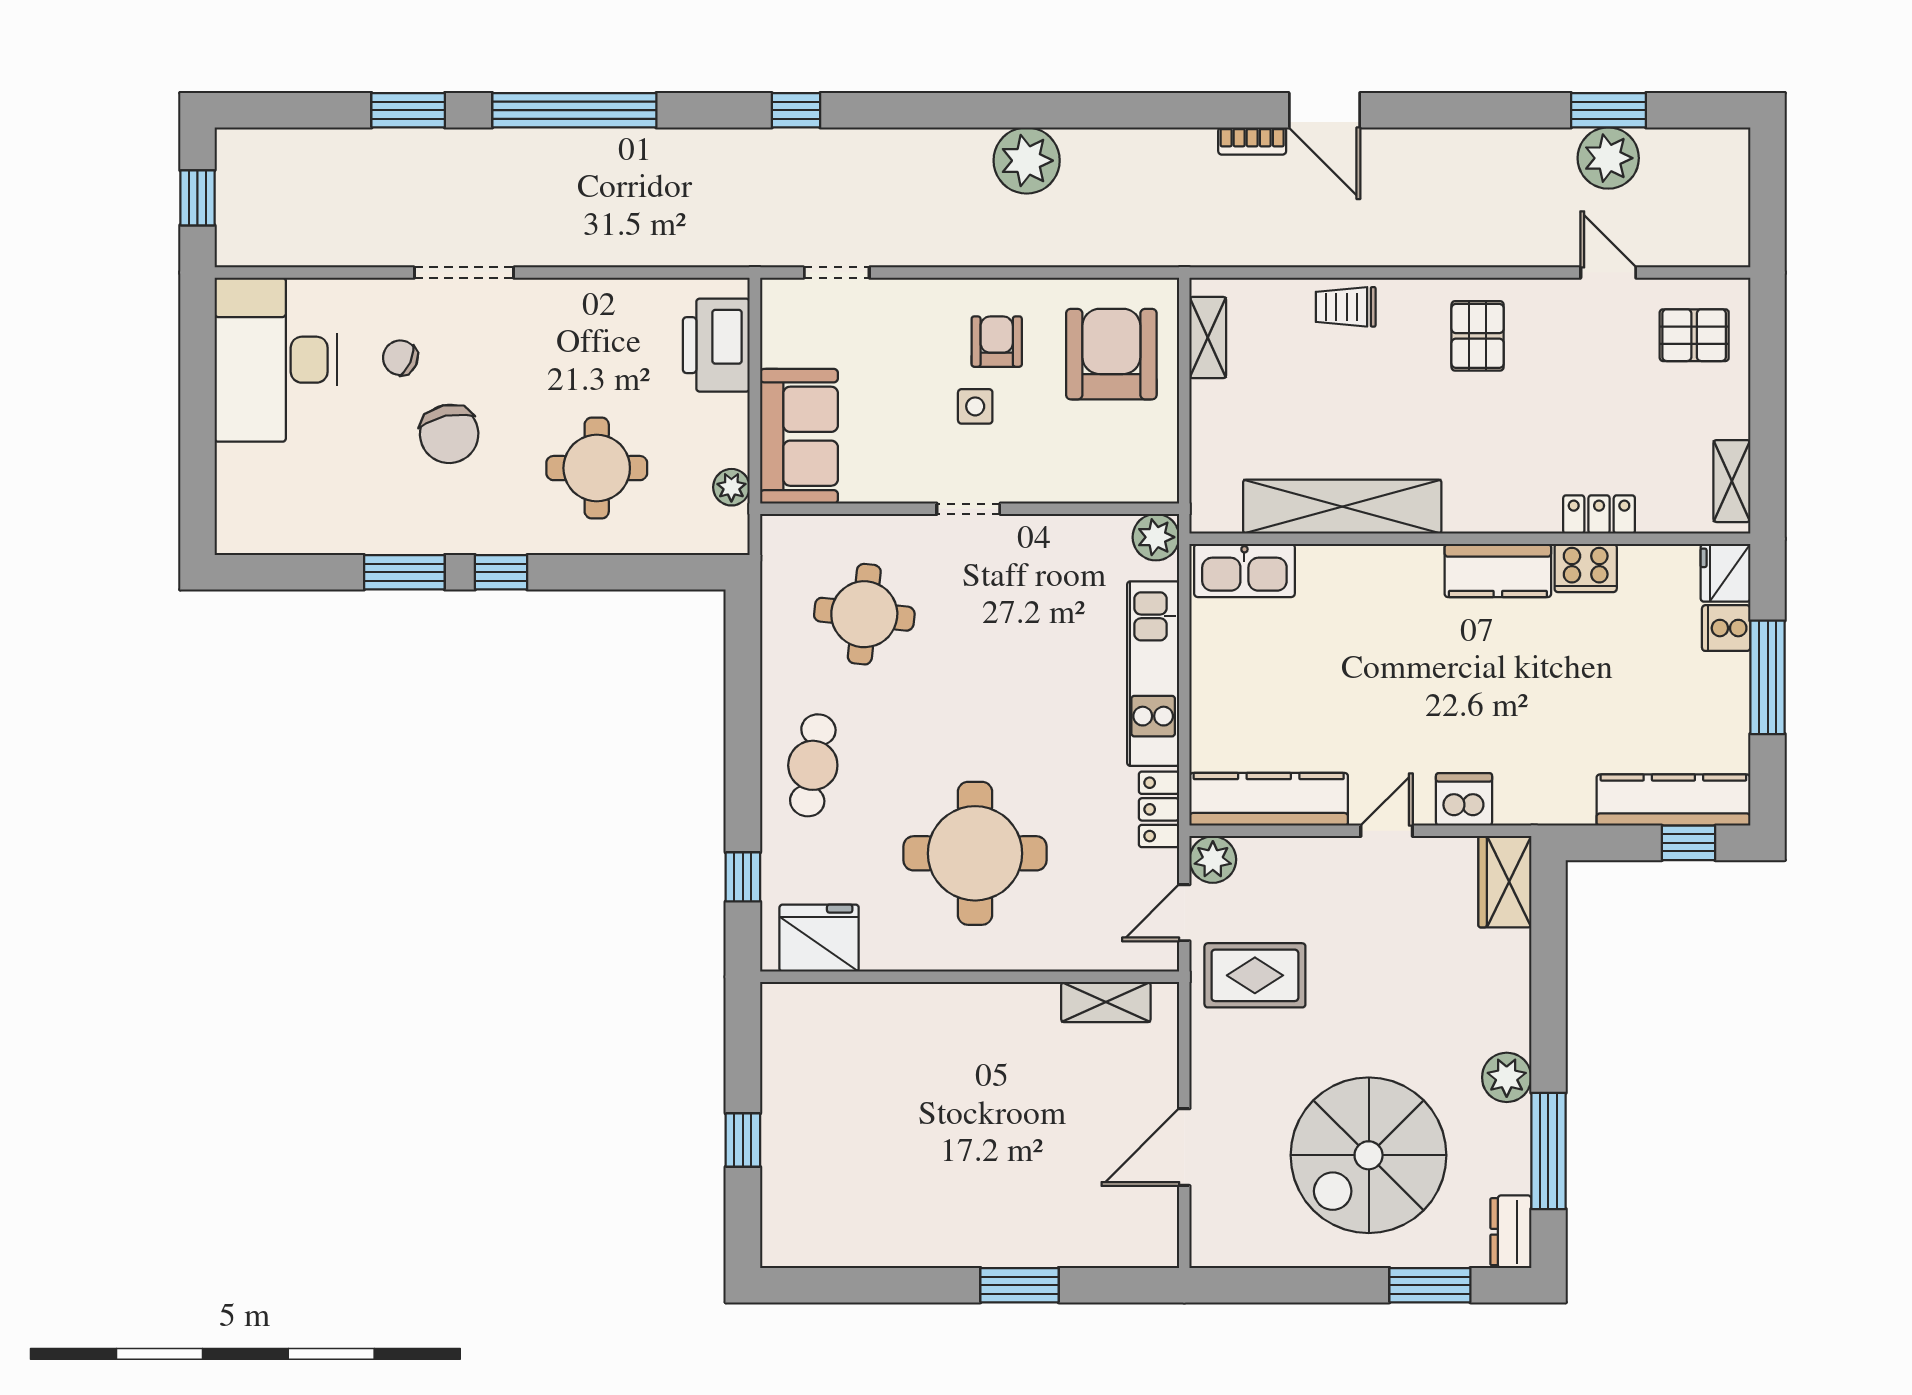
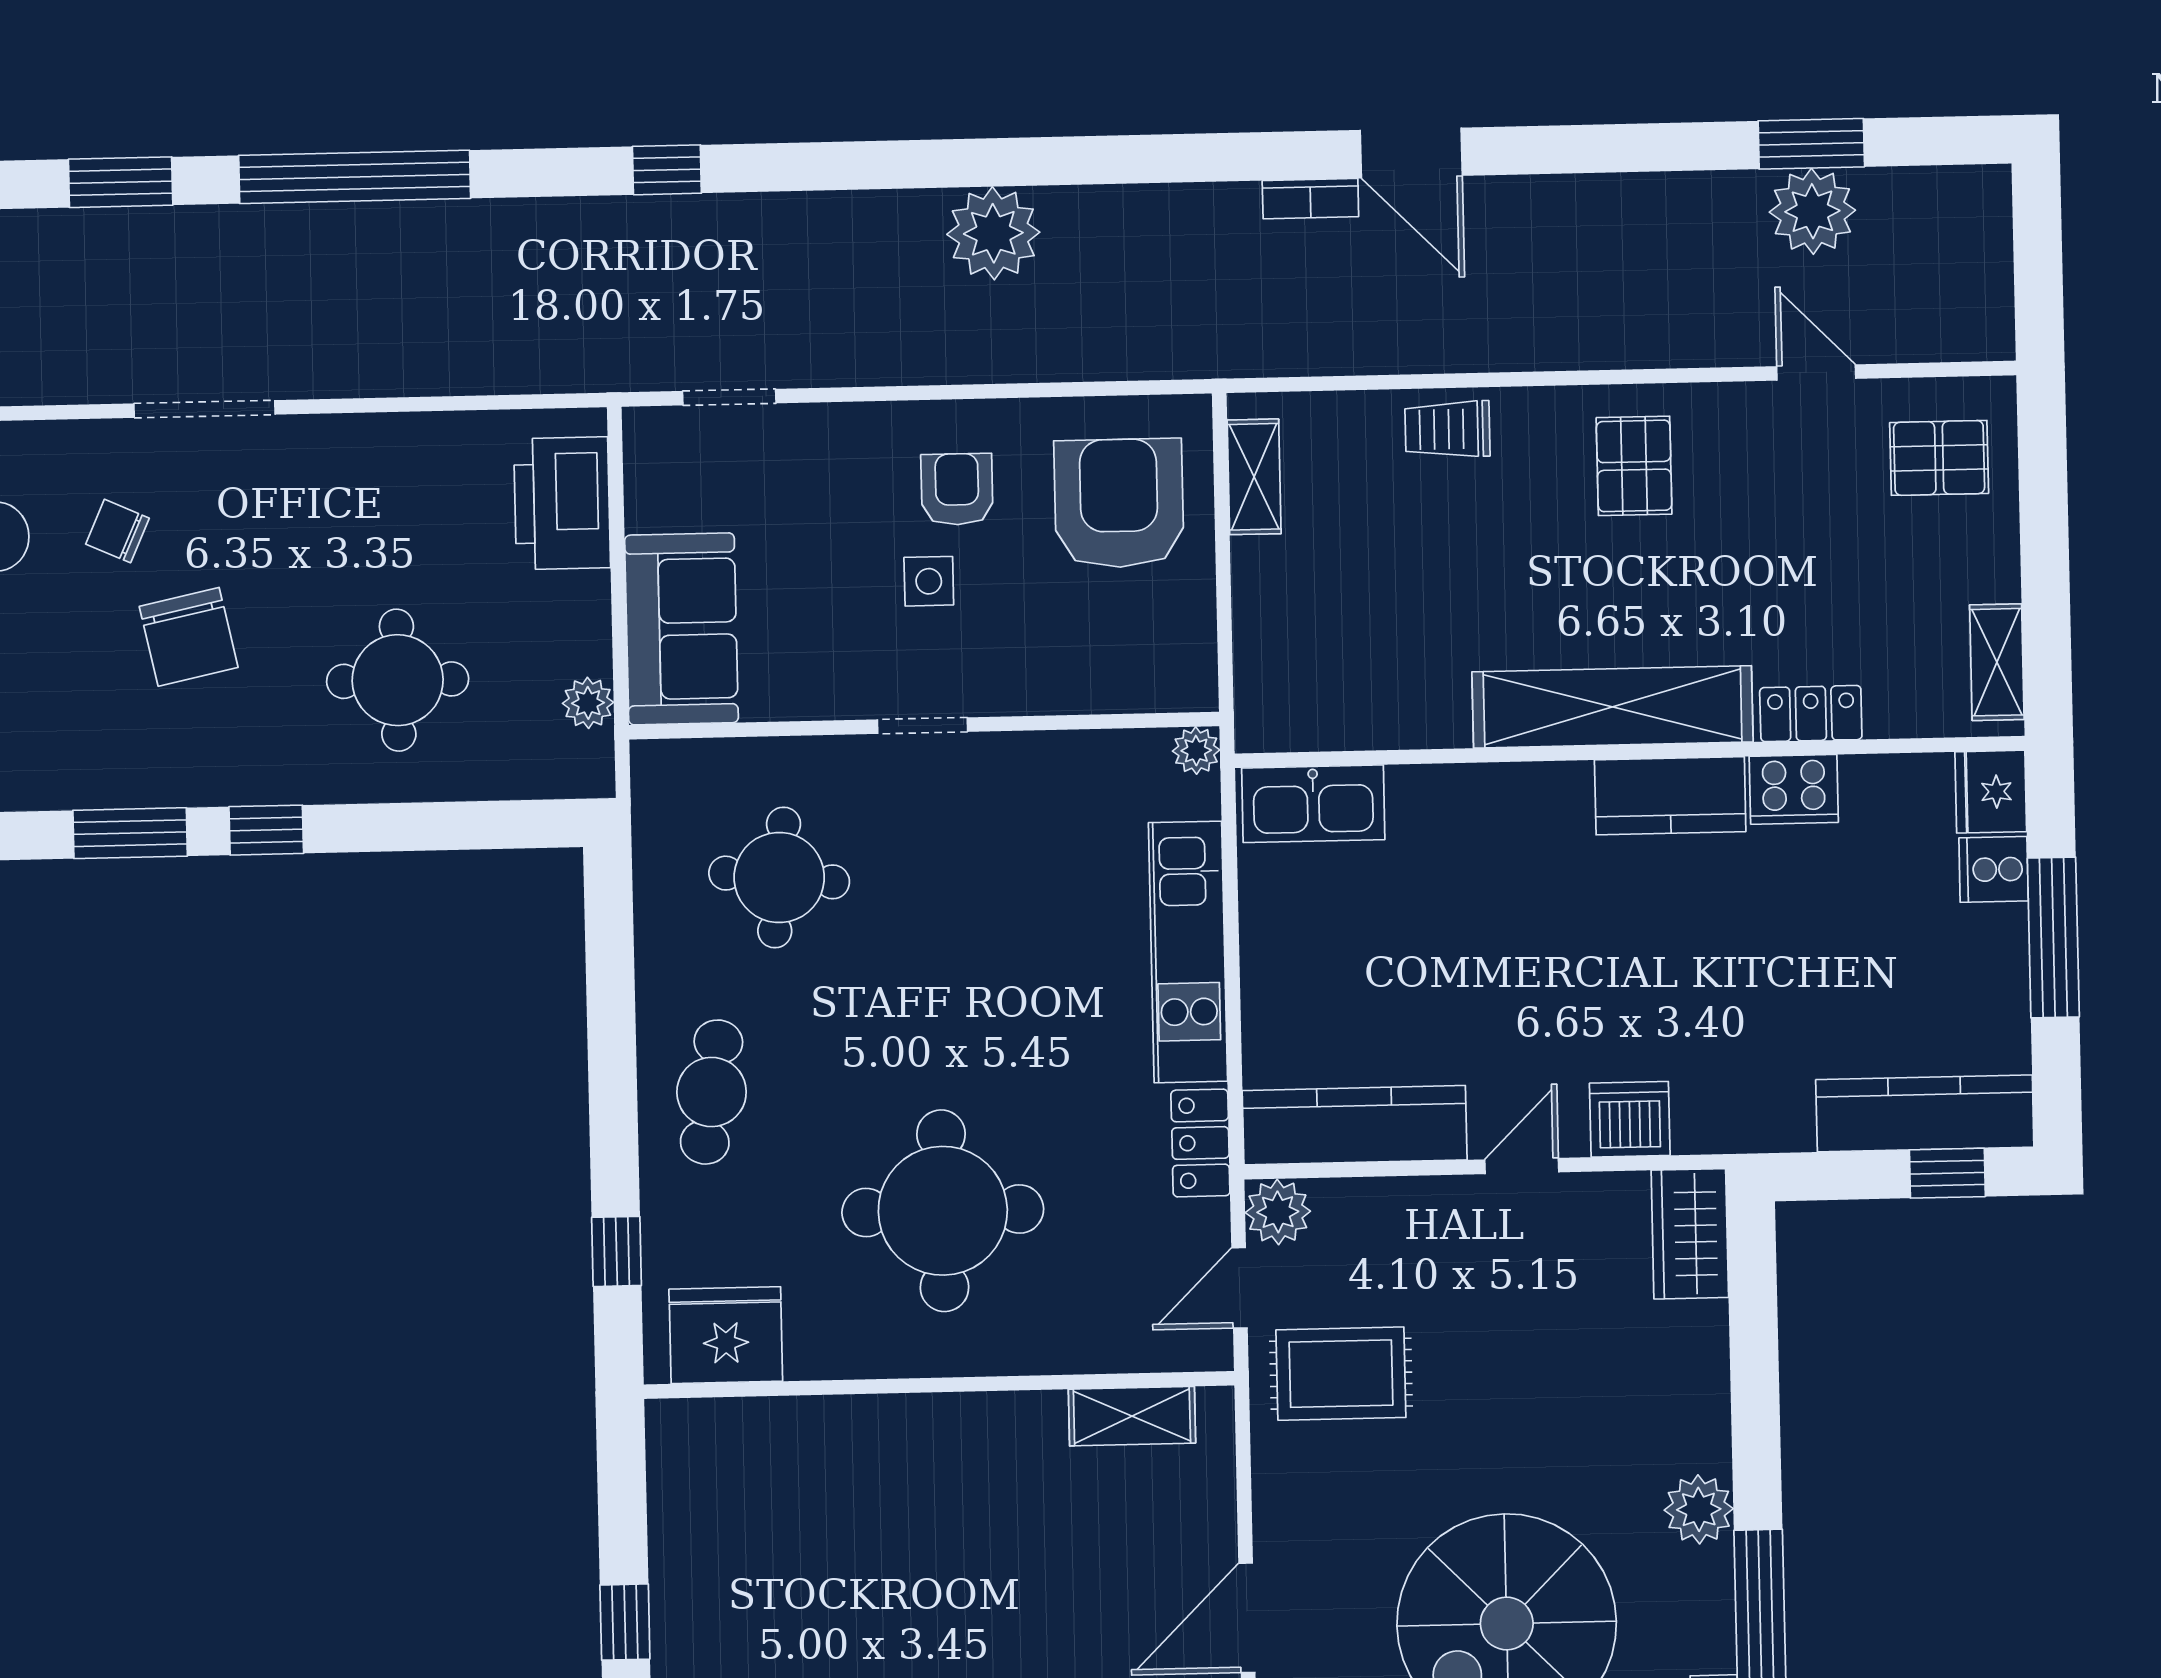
shelving: (1342, 507) -> (1613, 707), moved
plant: (1156, 537) -> (1196, 751), width x0.73, depth x0.73

